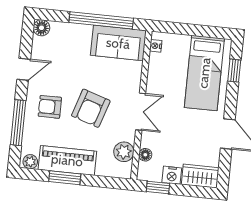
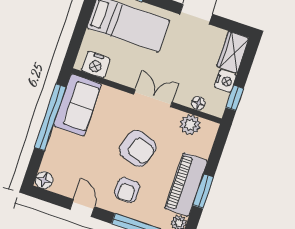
nightstand: (156, 46) -> (96, 65), width x1.89, depth x1.79

